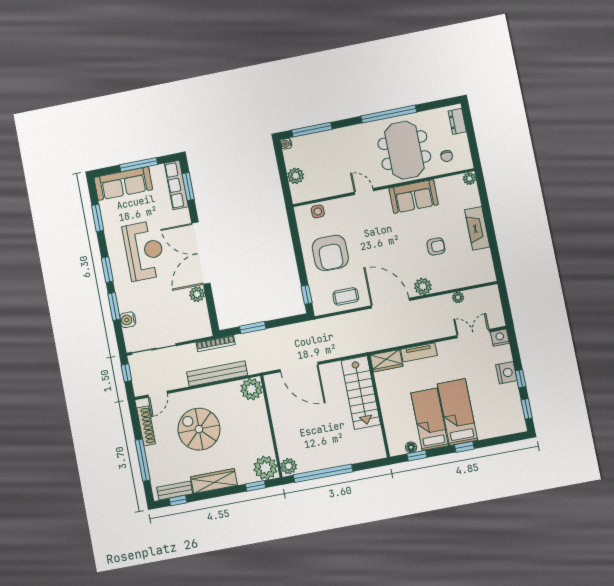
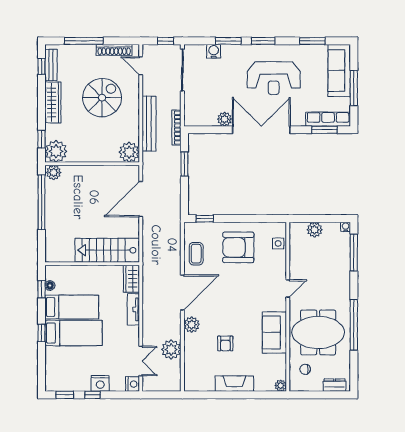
plant: (458, 297) -> (171, 349), width x1.88, depth x1.88

